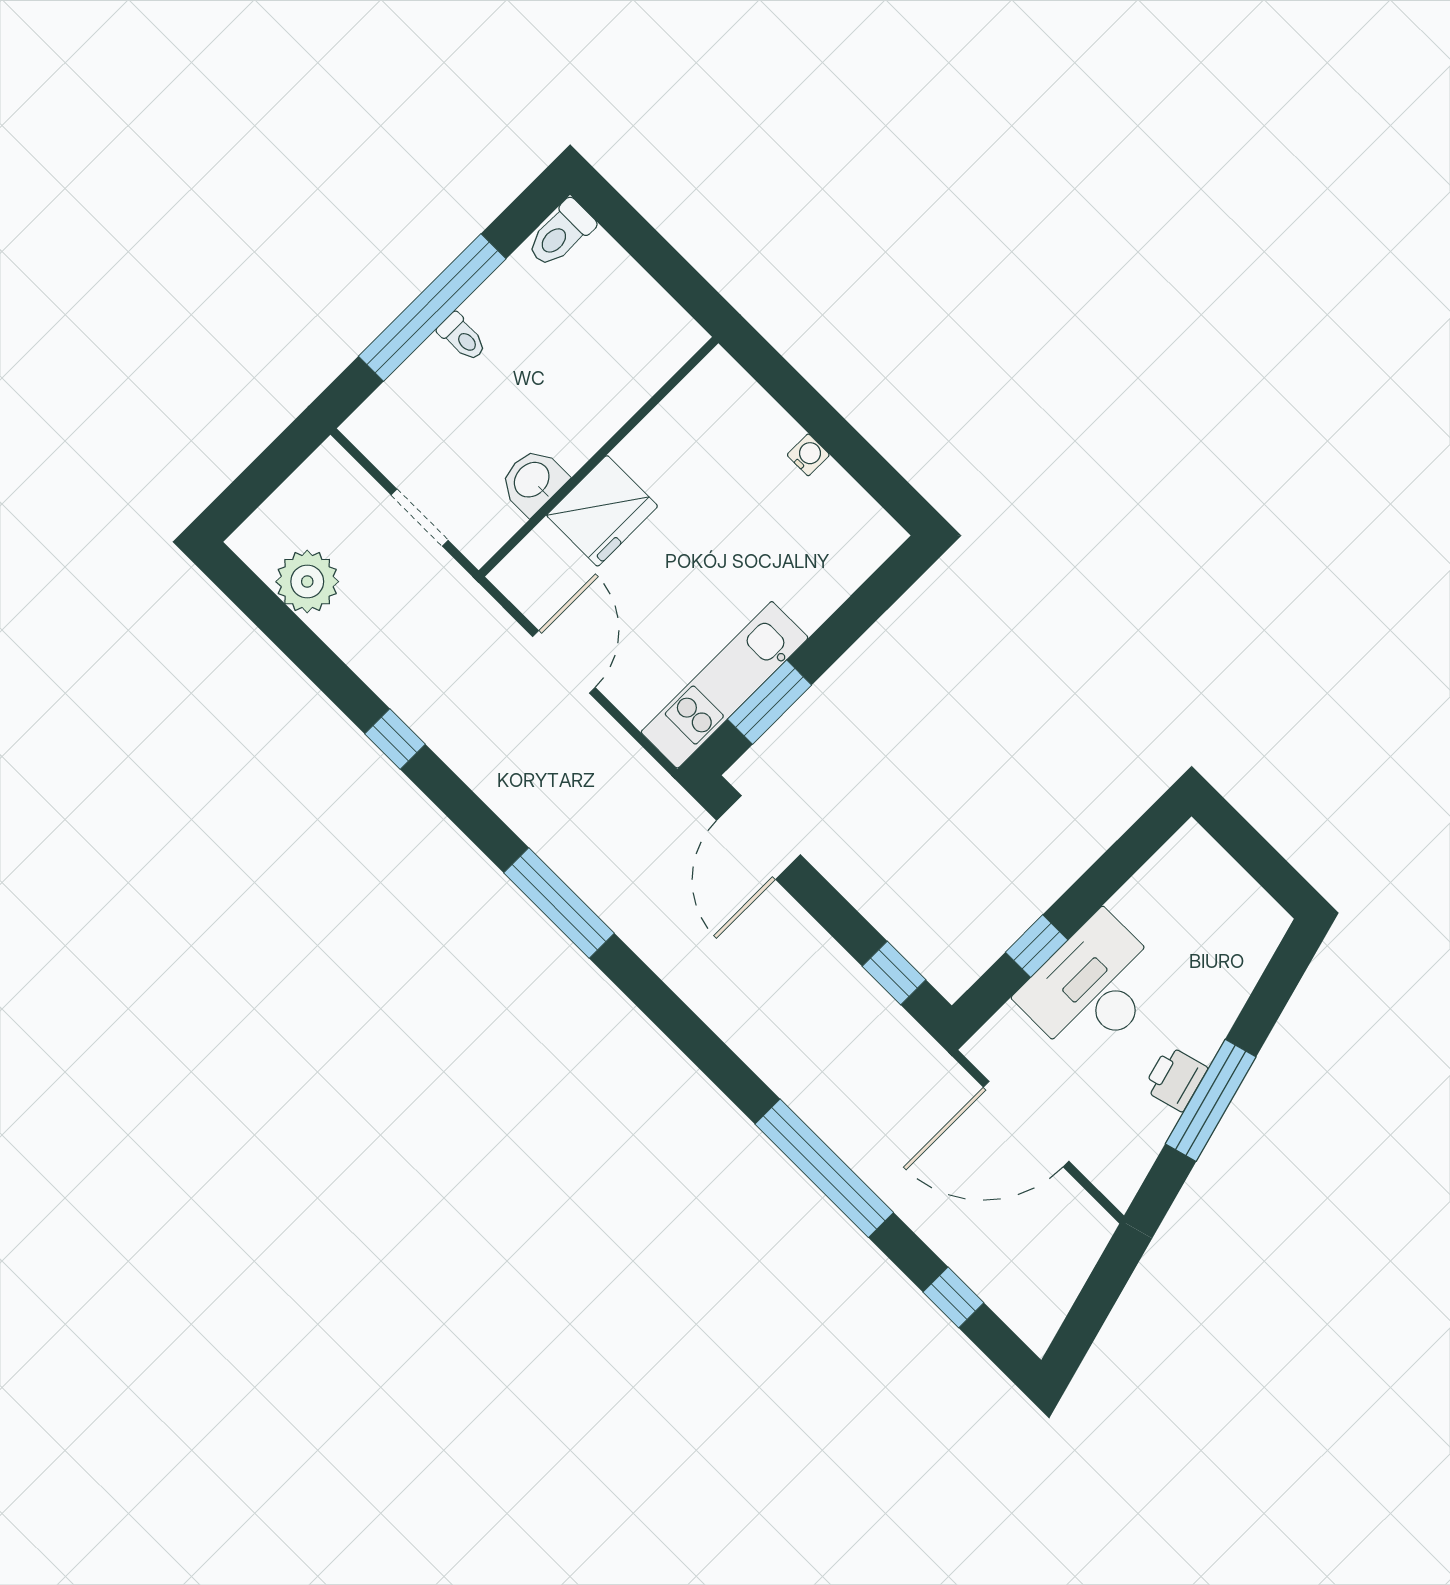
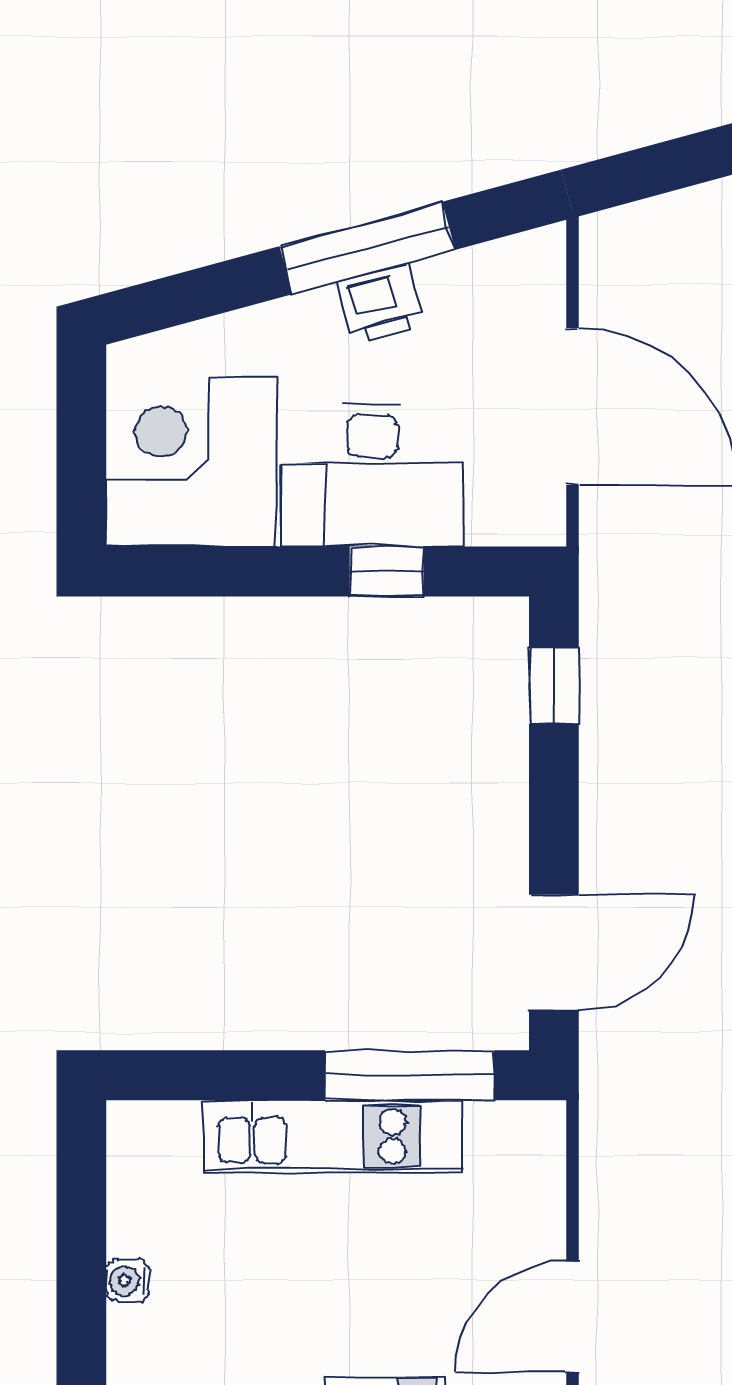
kitchen unit: (725, 685) -> (333, 1137), moved
window: (770, 702) -> (409, 1075), width x1.44
corner desk: (1192, 903) -> (191, 462), added

